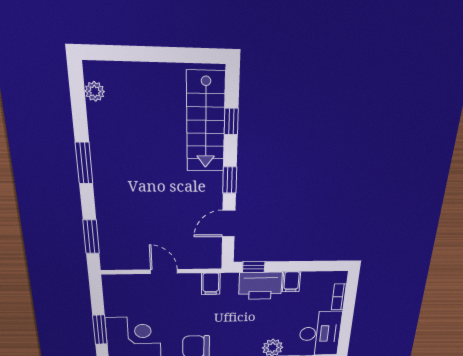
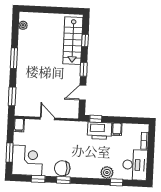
filing cabinet: (211, 284) -> (19, 125), moved

